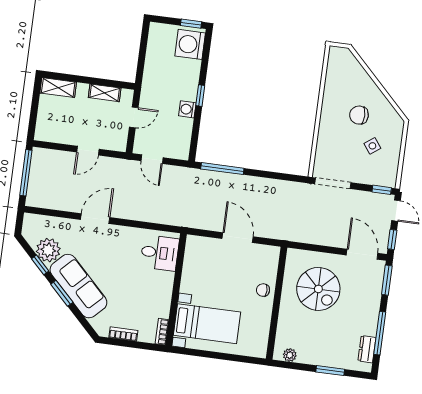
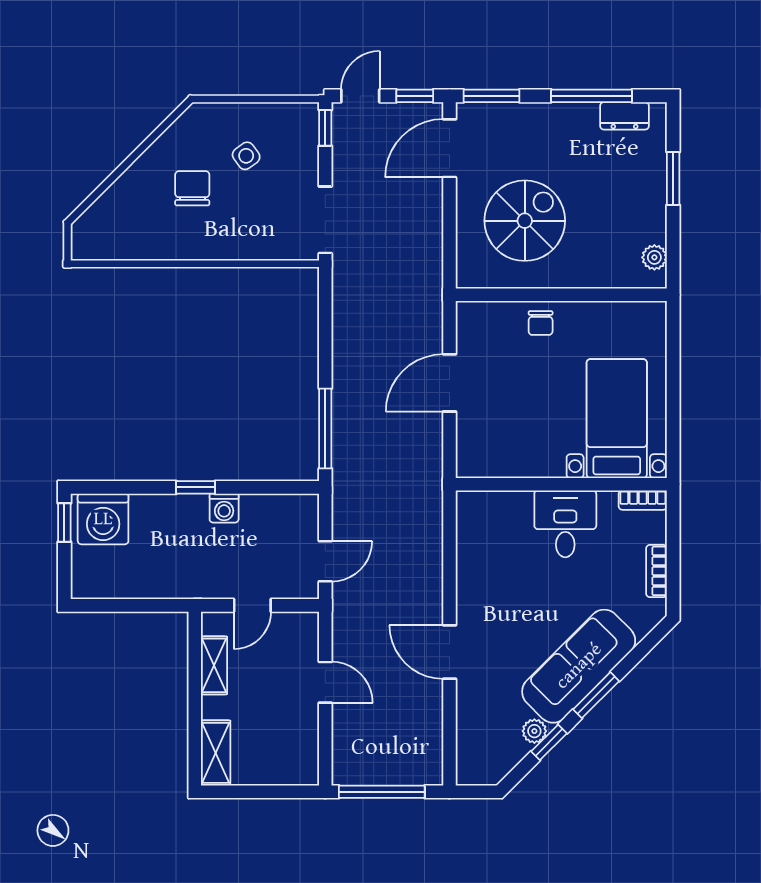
chair: (359, 115) -> (192, 188), turned 180
door: (134, 117) -> (252, 605), swing flipped
plant: (48, 250) -> (534, 731), width x0.53, depth x0.53
desk: (160, 253) -> (565, 524), moved

